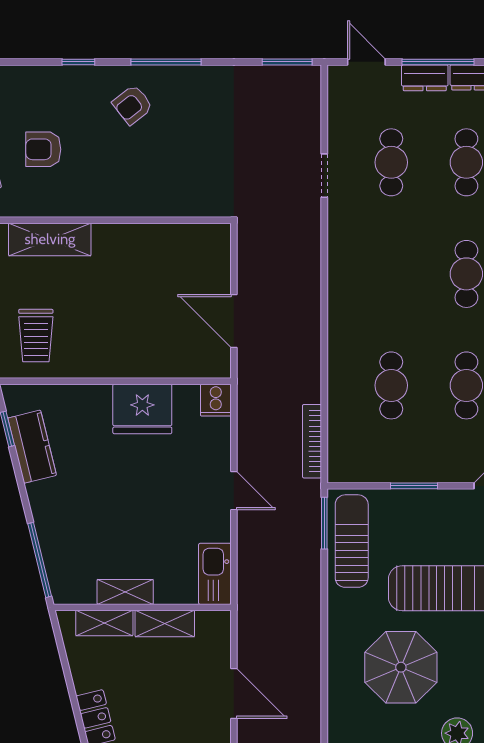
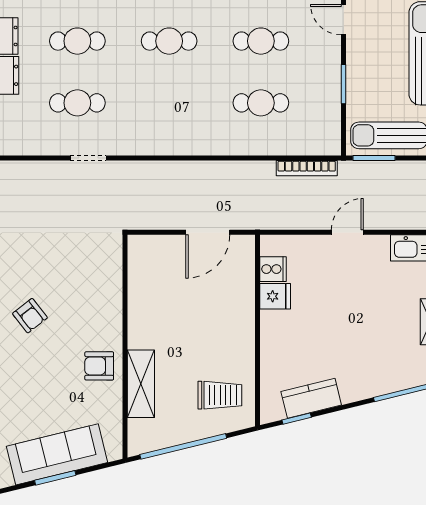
armchair: (43, 149) -> (99, 366), moved, turned 90
cooker: (216, 400) -> (273, 269), moved
fridge: (142, 409) -> (275, 296), width x0.53, depth x0.75

